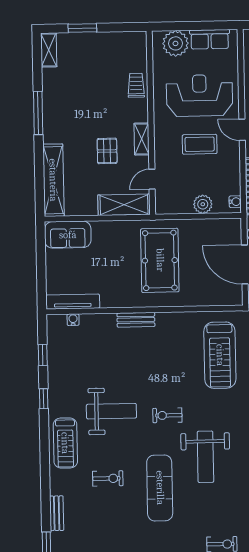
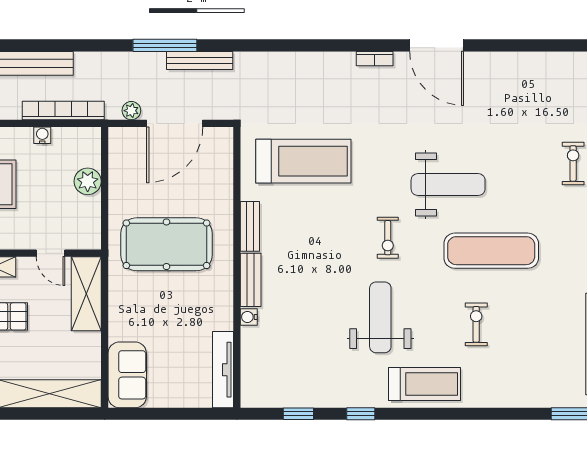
water cooler: (235, 202) -> (42, 135), moved
water cooler: (73, 320) -> (249, 317), moved
bench: (57, 513) -> (250, 226), moved, turned 90

